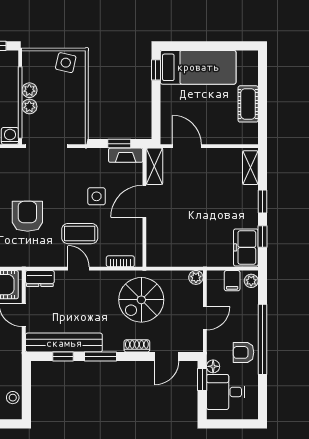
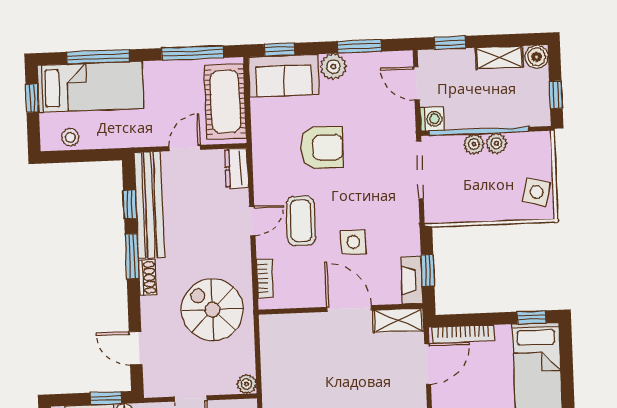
bookcase: (166, 120) -> (463, 334), added
shoe rack: (137, 346) -> (148, 278), moved

